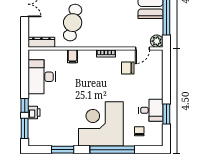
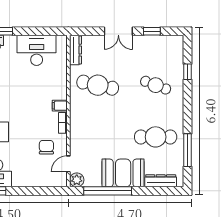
door: (142, 49) -> (68, 164), hinge flipped
filing cabinet: (73, 56) -> (60, 106), moved

